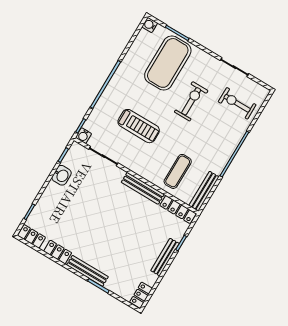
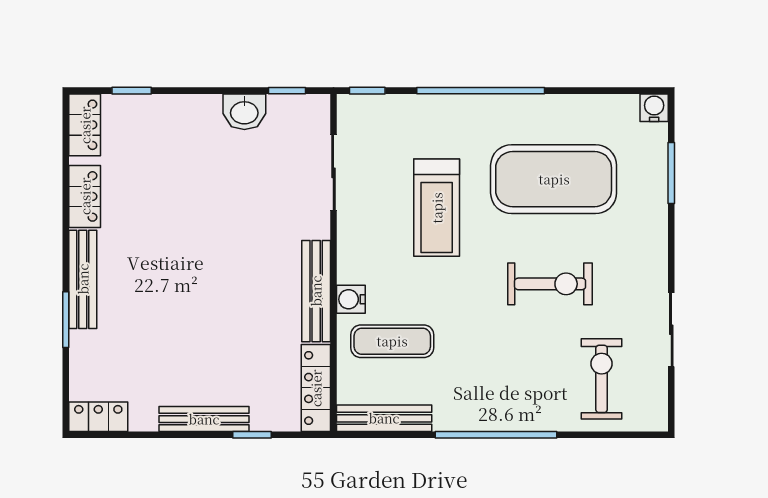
exercise mat: (168, 63) -> (554, 179), moved
water cooler: (83, 136) -> (351, 299), moved

